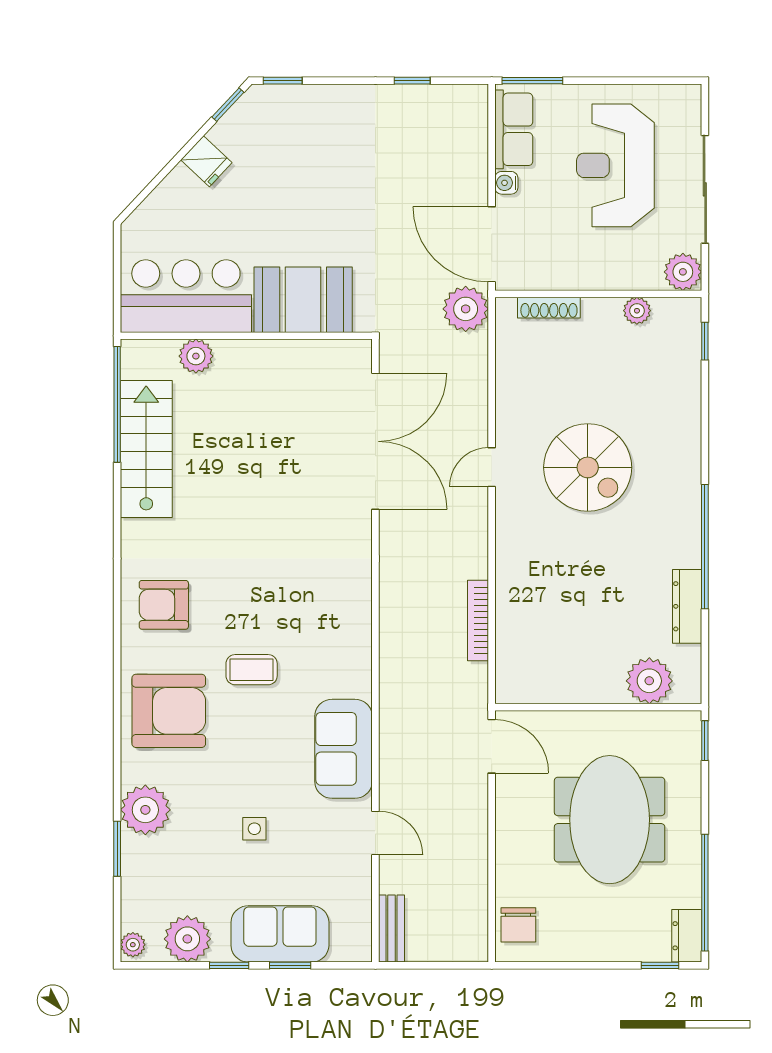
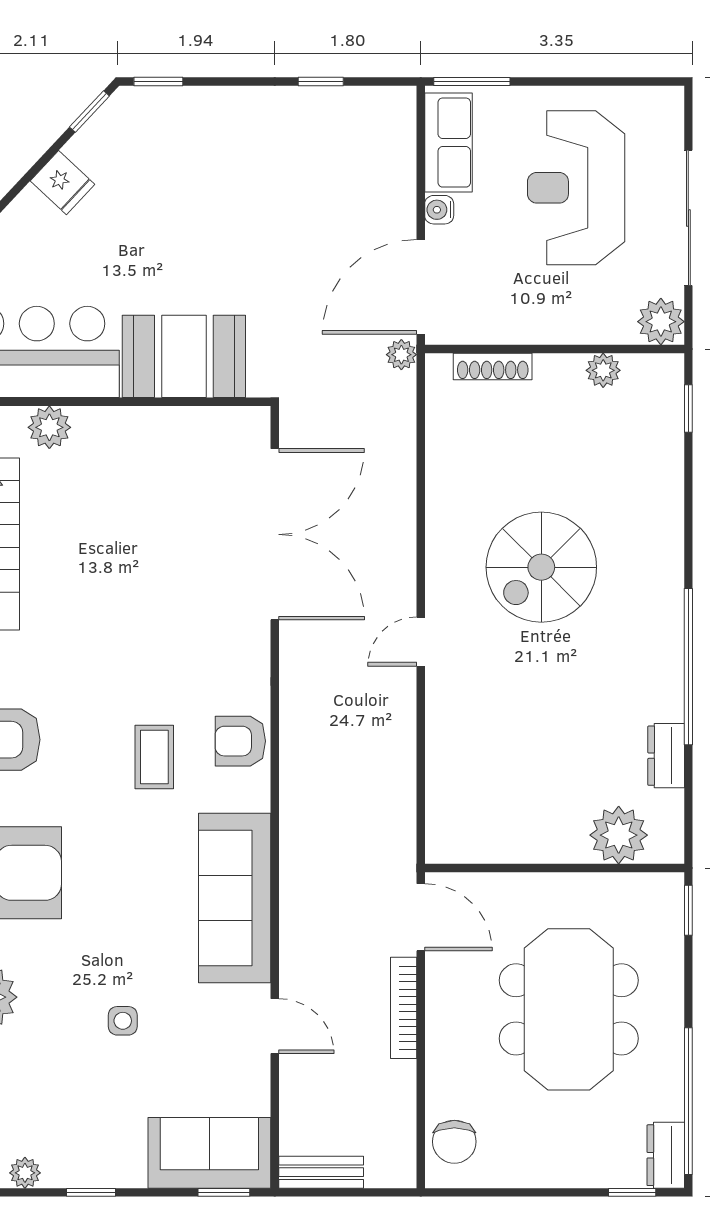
door: (492, 244) -> (421, 287), hinge flipped
plant: (466, 309) -> (401, 355), width x0.53, depth x0.53
door: (492, 467) -> (421, 642), moved
spiral stairs: (588, 467) -> (541, 567), turned 90
armchair: (348, 606) -> (240, 741), added
dresser: (687, 606) -> (666, 756), width x0.70
bookcase: (478, 621) -> (404, 1008), moved
coffee table: (252, 670) -> (154, 757), moved, turned 90
sofa: (344, 749) -> (235, 898), width x1.36
bench: (392, 928) -> (321, 1172), moved, turned 90
sofa: (280, 934) -> (209, 1153), moved
plant: (187, 939) -> (25, 1173), width x0.53, depth x0.53
window: (290, 965) -> (224, 1192), moved

